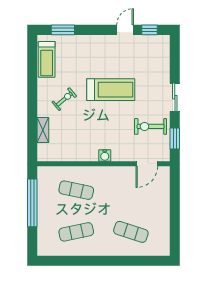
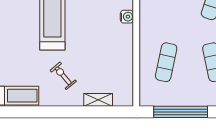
water cooler: (105, 155) -> (127, 17), moved

